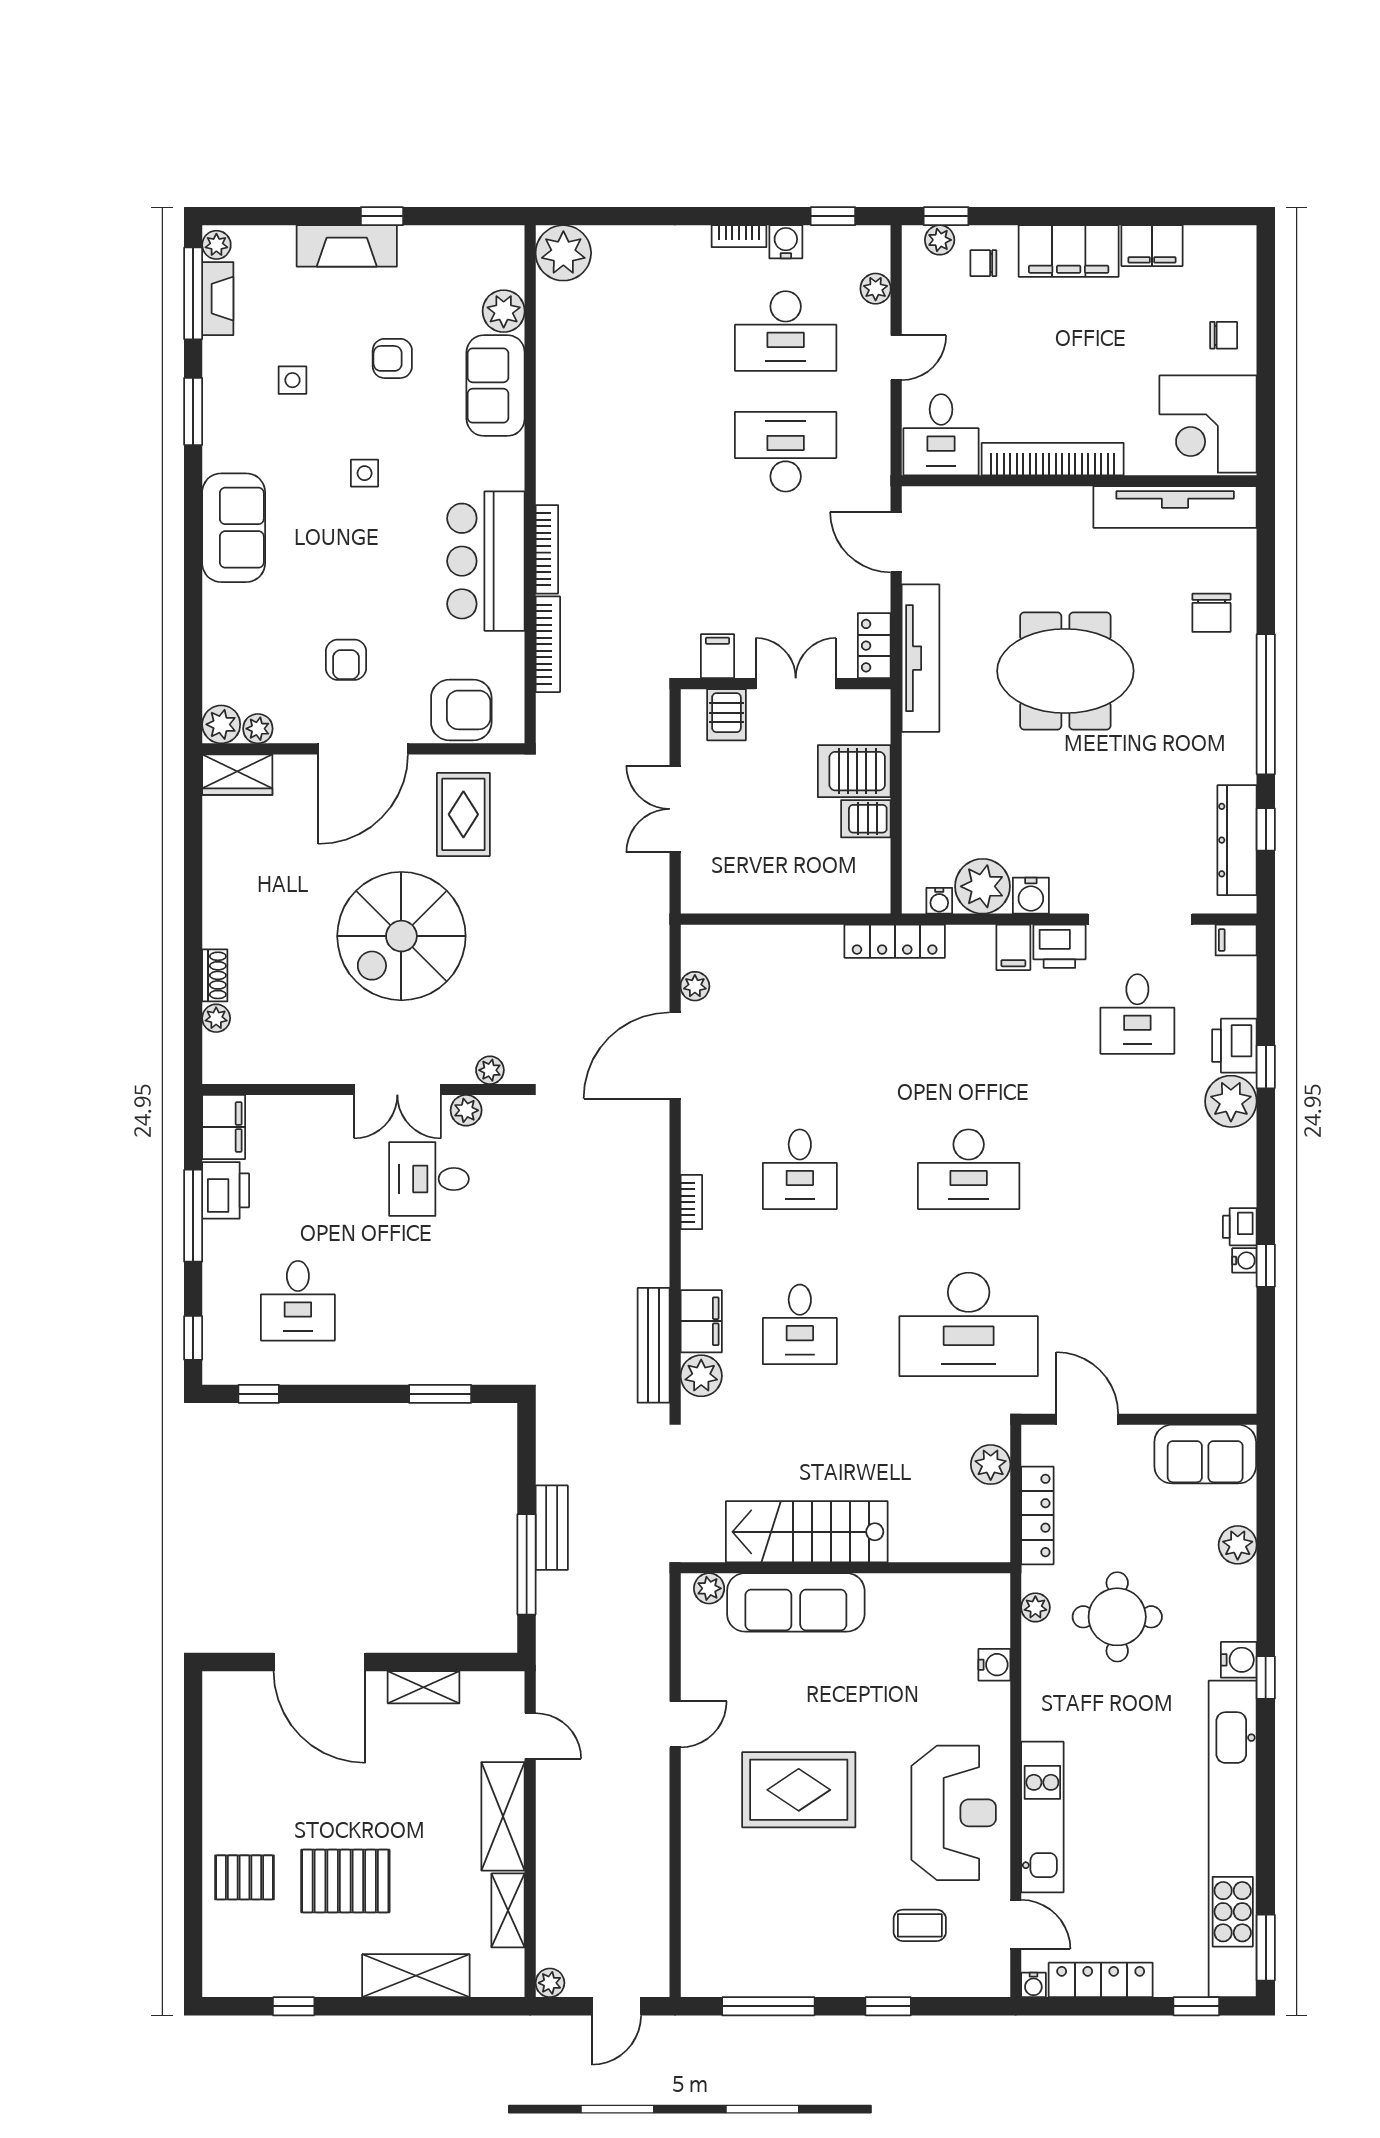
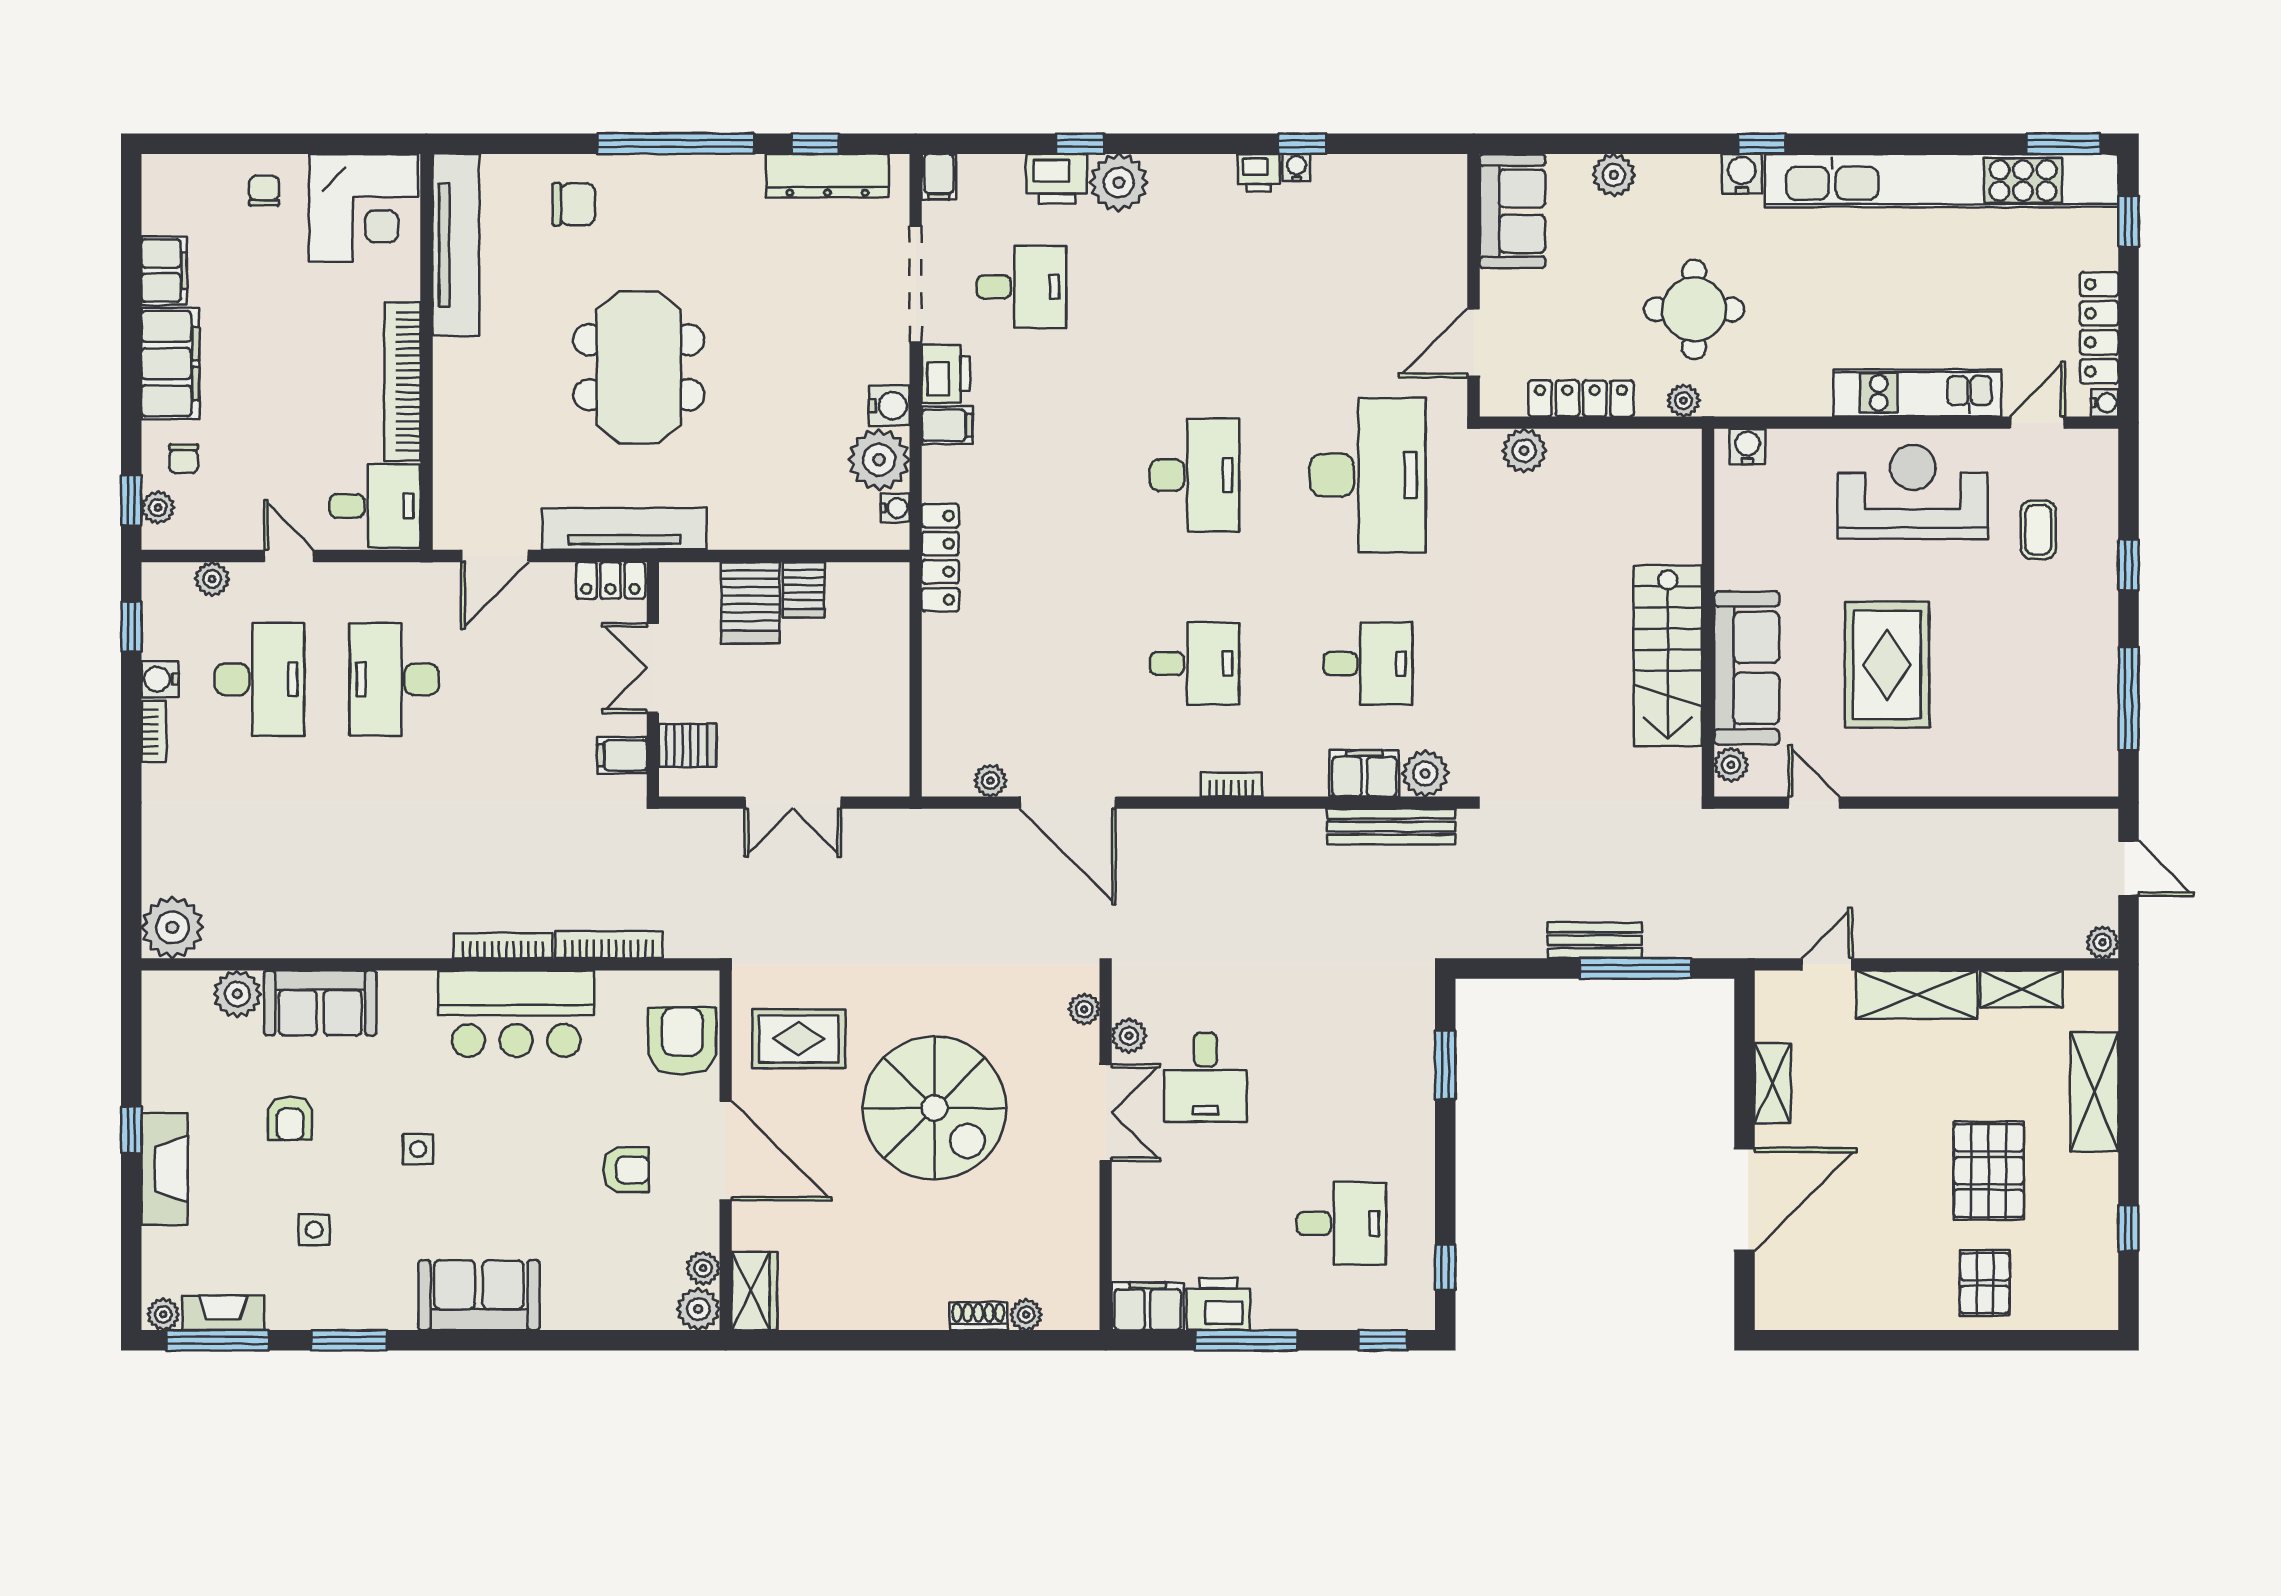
stairs: (807, 1532) -> (1668, 656), moved
wall: (845, 1568) -> (1708, 613), moved
plant: (709, 1588) -> (1731, 765), moved
sofa: (796, 1602) -> (1747, 668), moved

